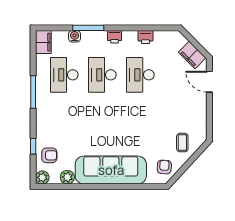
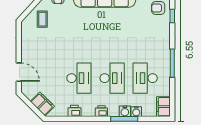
water cooler: (88, 37) -> (125, 111), added
filing cabinet: (192, 55) -> (42, 104), moved
desk: (64, 75) -> (145, 78), turned 180

